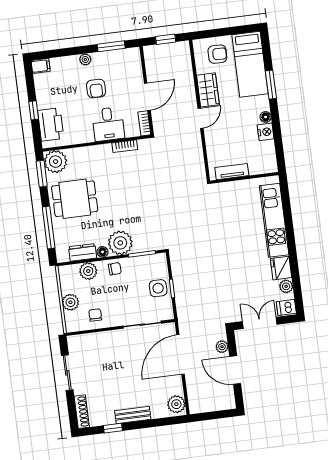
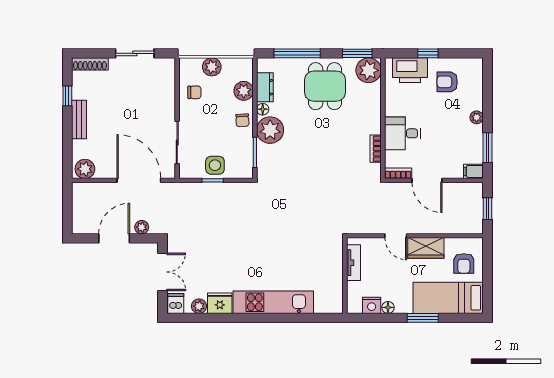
filing cabinet: (41, 66) -> (473, 171), moved, turned 90
armchair: (96, 89) -> (447, 82), moved
tv unit: (232, 172) -> (353, 263), moved
wall: (244, 178) -> (345, 276), moved

